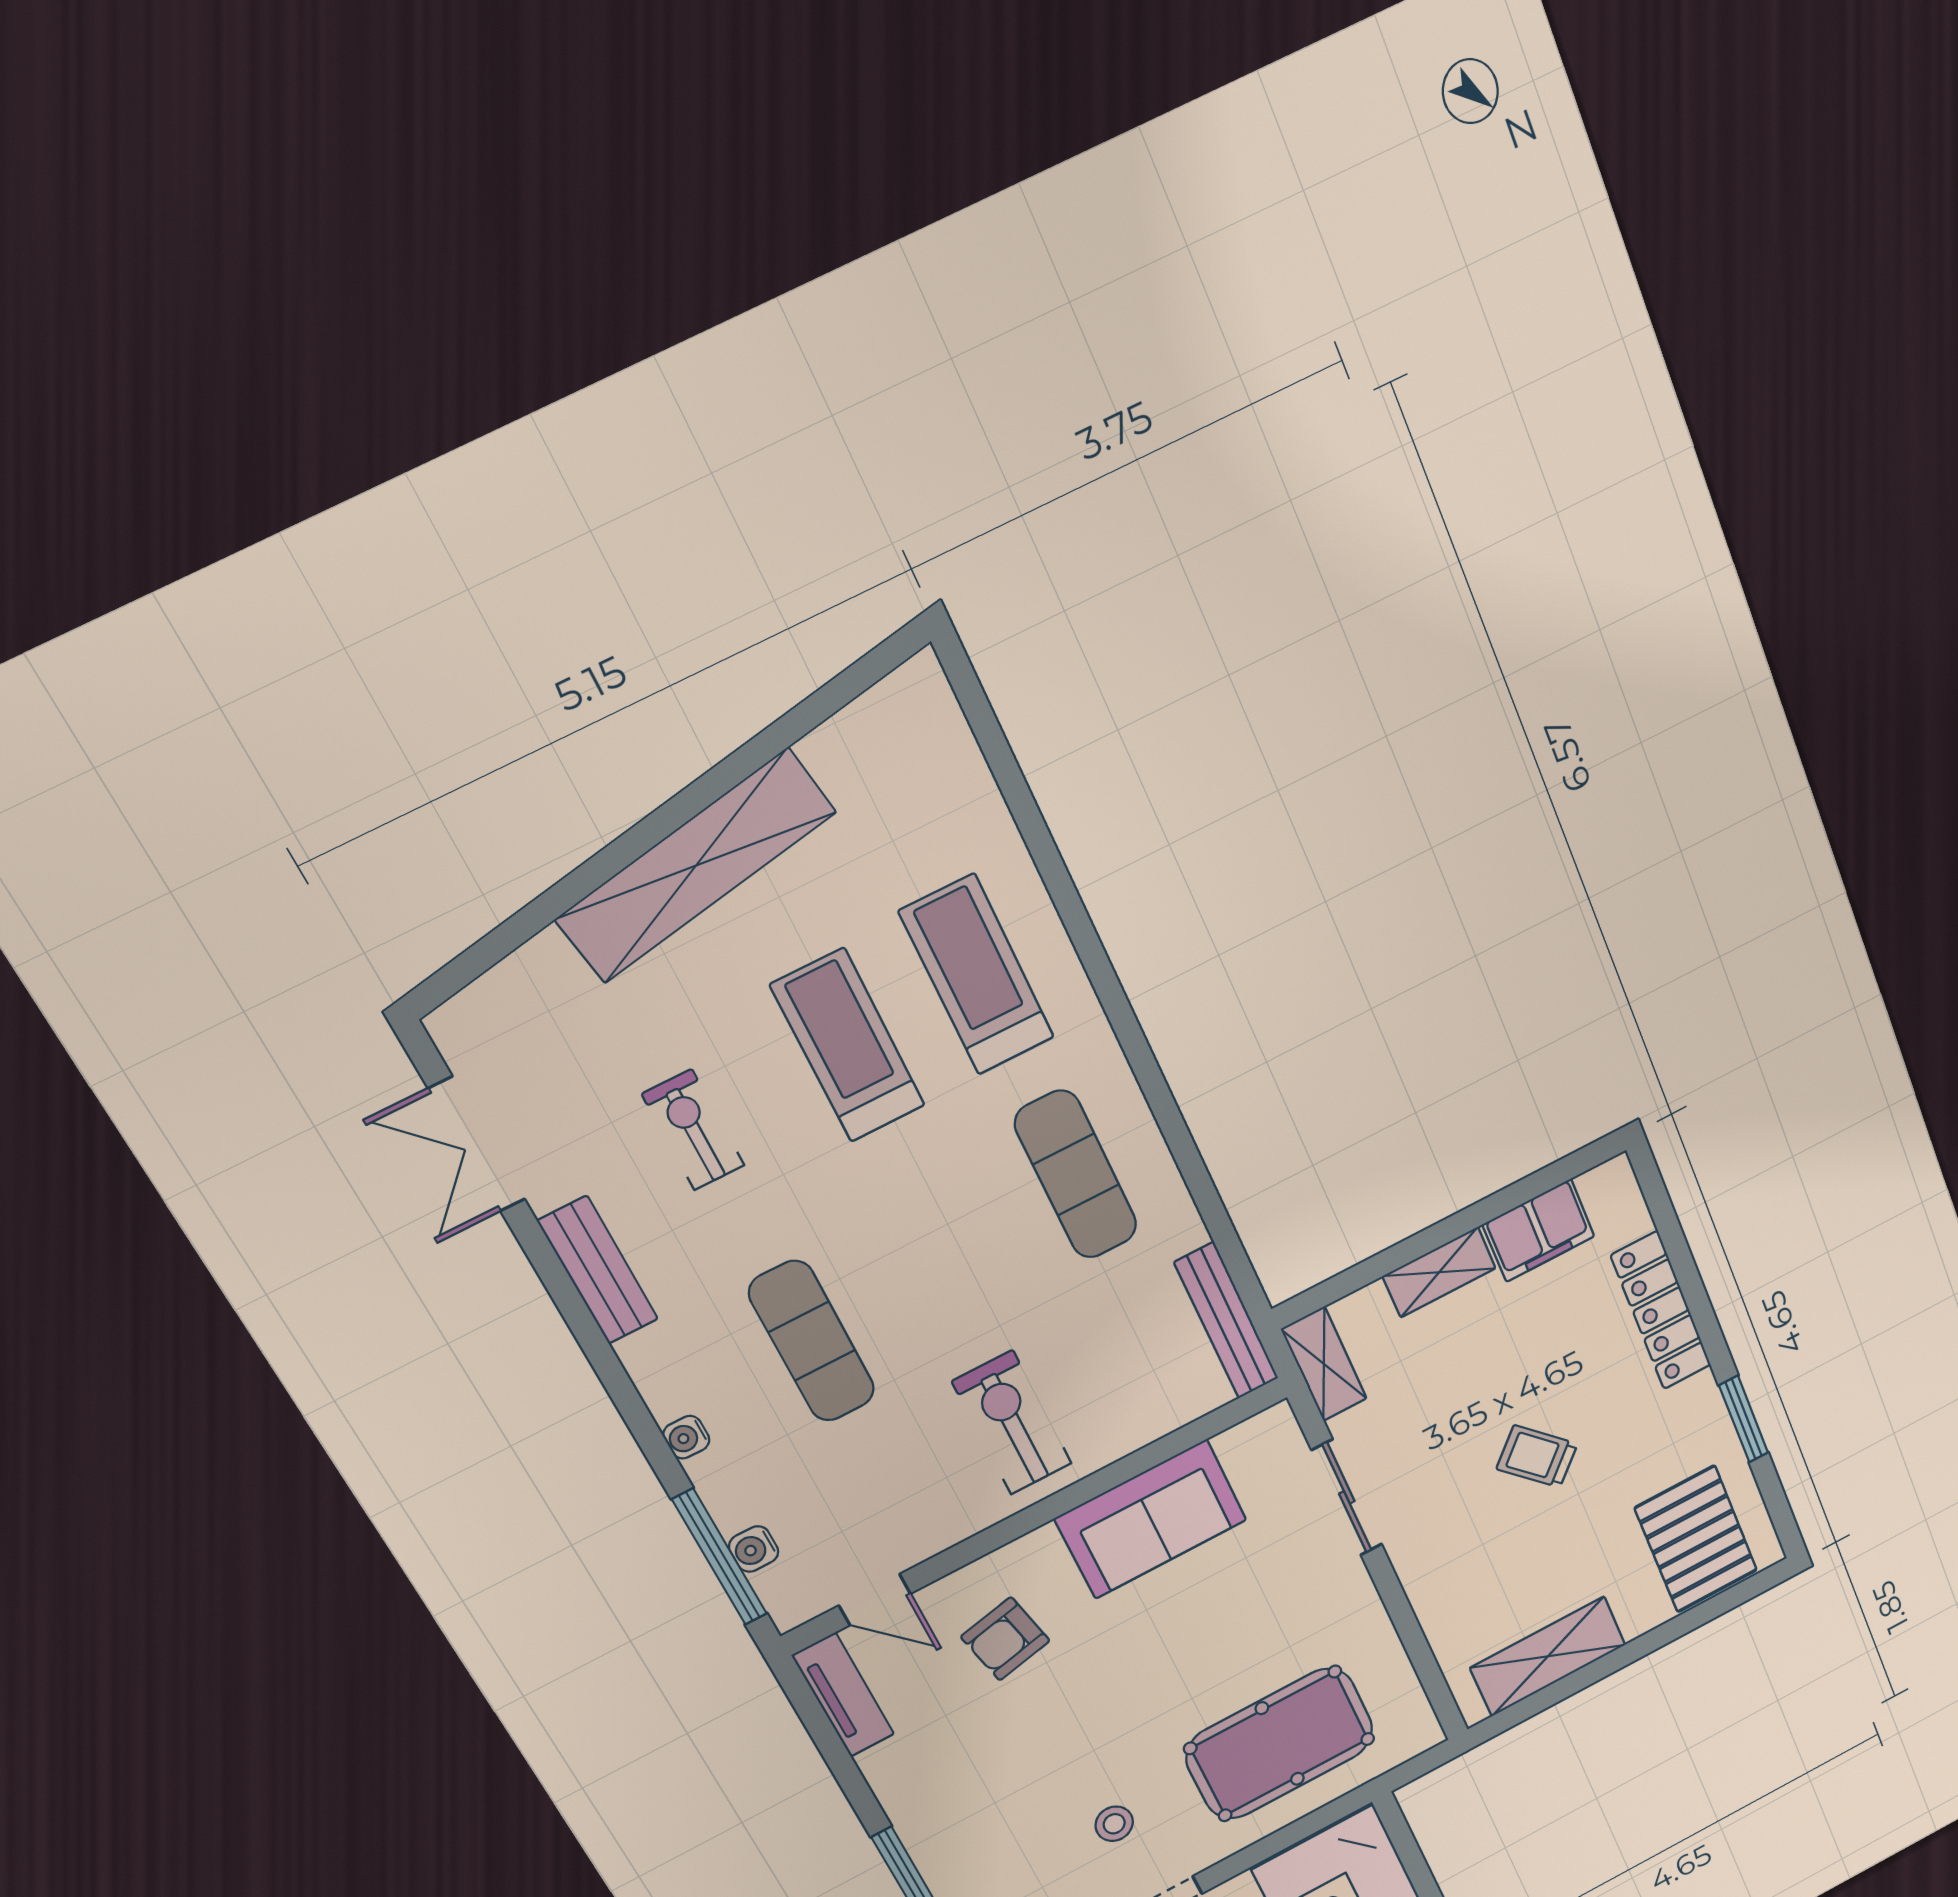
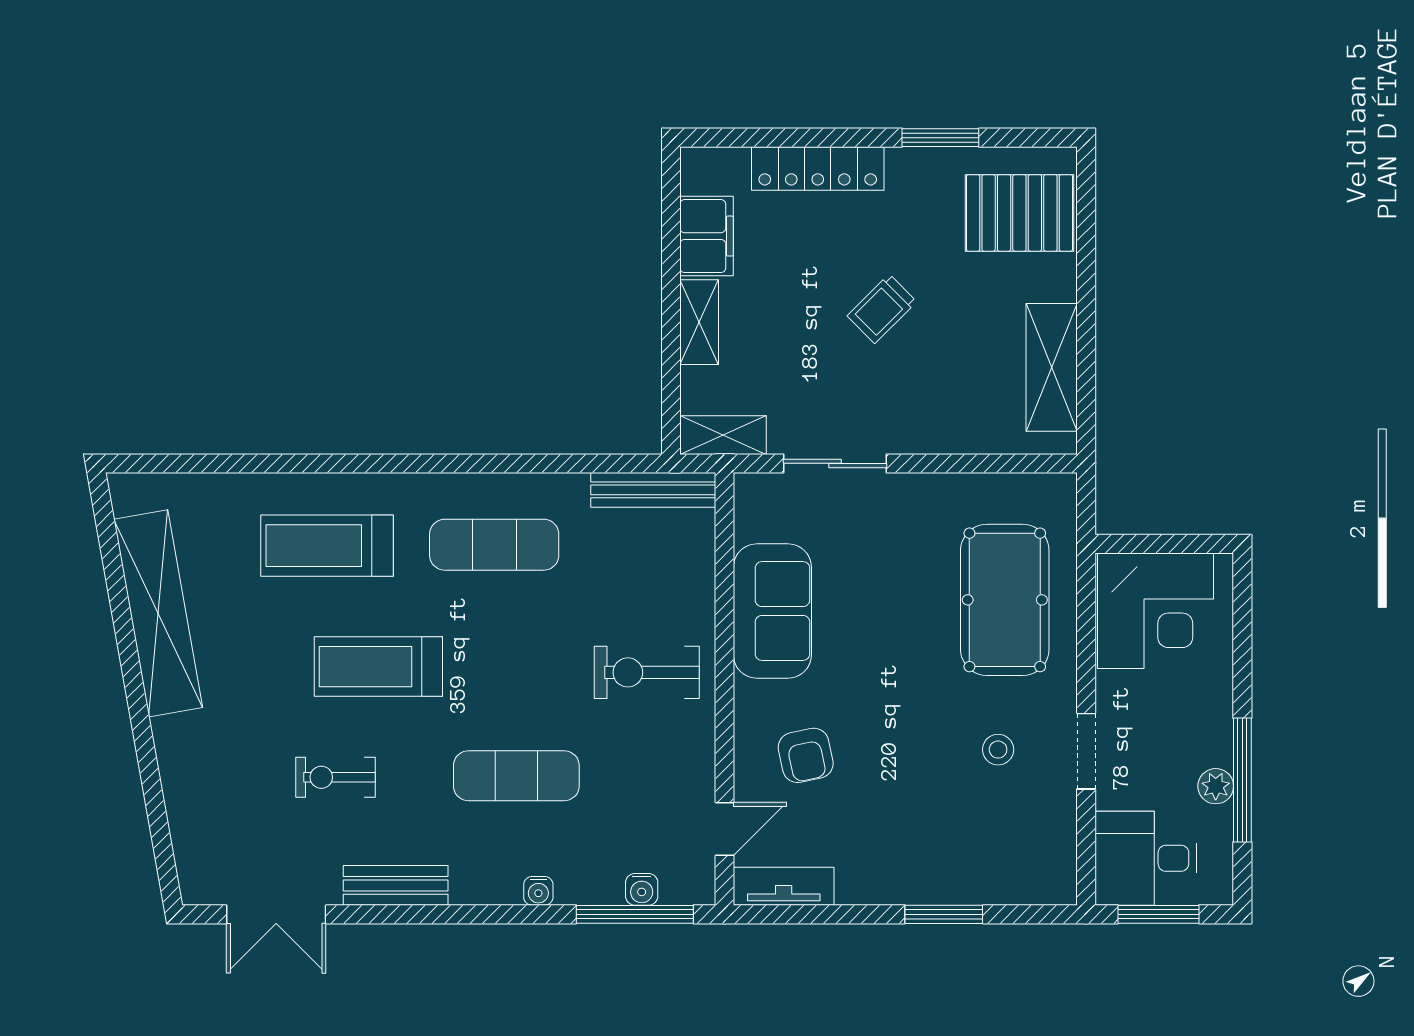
shelving: (696, 866) -> (158, 613), moved
treadmill: (848, 1045) -> (378, 667), moved

